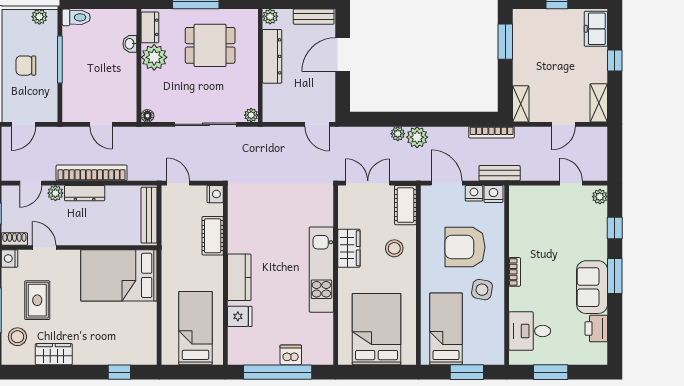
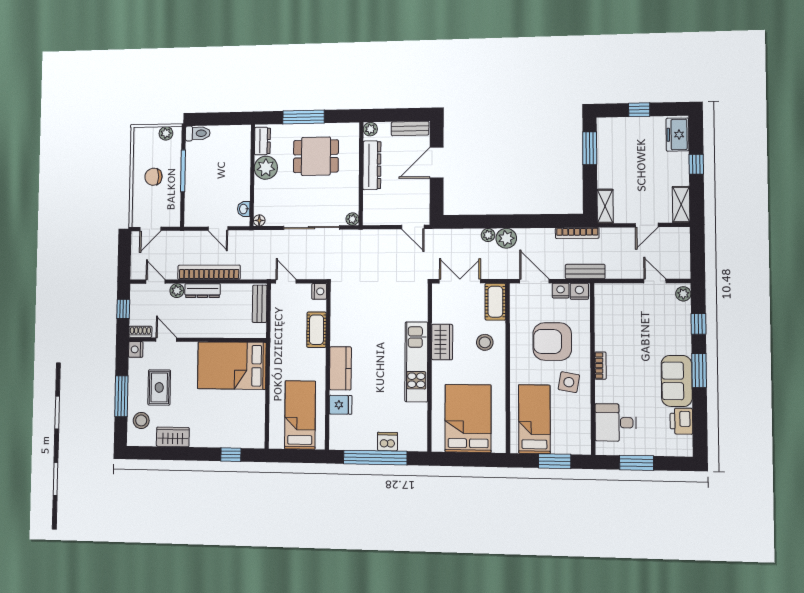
washbasin: (130, 44) -> (244, 209), moved
door: (31, 183) -> (155, 282), swing flipped
bench: (149, 215) -> (260, 304), width x0.73

